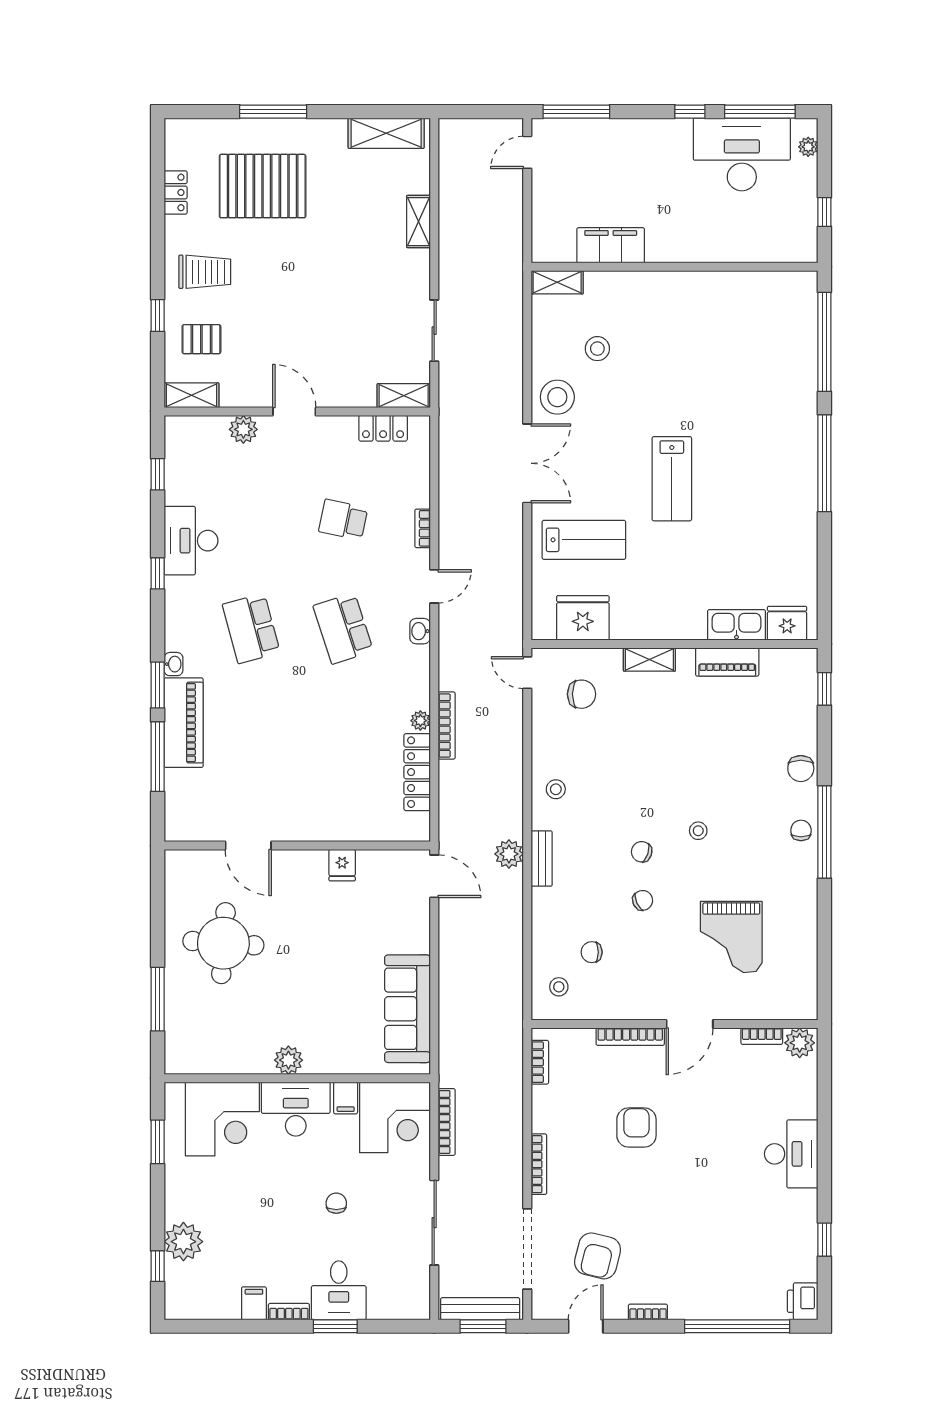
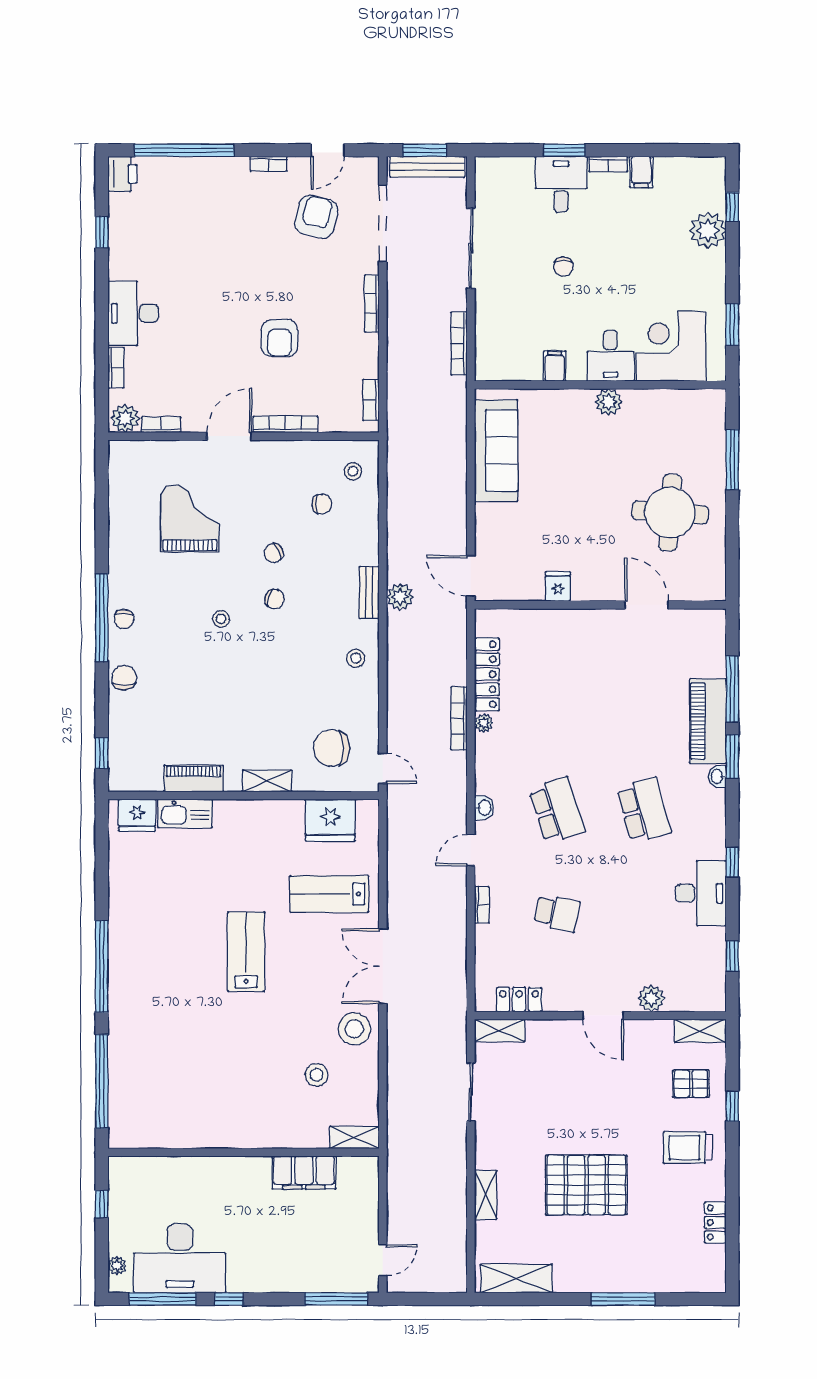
pallet: (263, 186) -> (586, 1185), moved
chair: (582, 694) -> (331, 748), width x1.37, depth x1.37
bookcase: (809, 1096) -> (116, 368), added
desk: (296, 1109) -> (611, 356), width x0.73
corner desk: (395, 1117) -> (508, 348), removed

